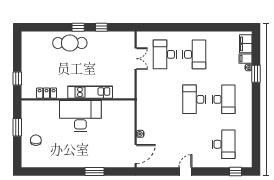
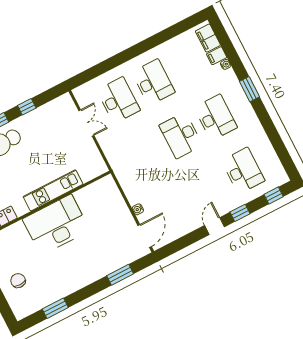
desk: (165, 54) -> (118, 100), turned 180
window: (256, 74) -> (250, 89), moved
window: (51, 171) -> (55, 308), added
window: (94, 171) -> (120, 275), moved
window: (207, 171) -> (240, 213), added

